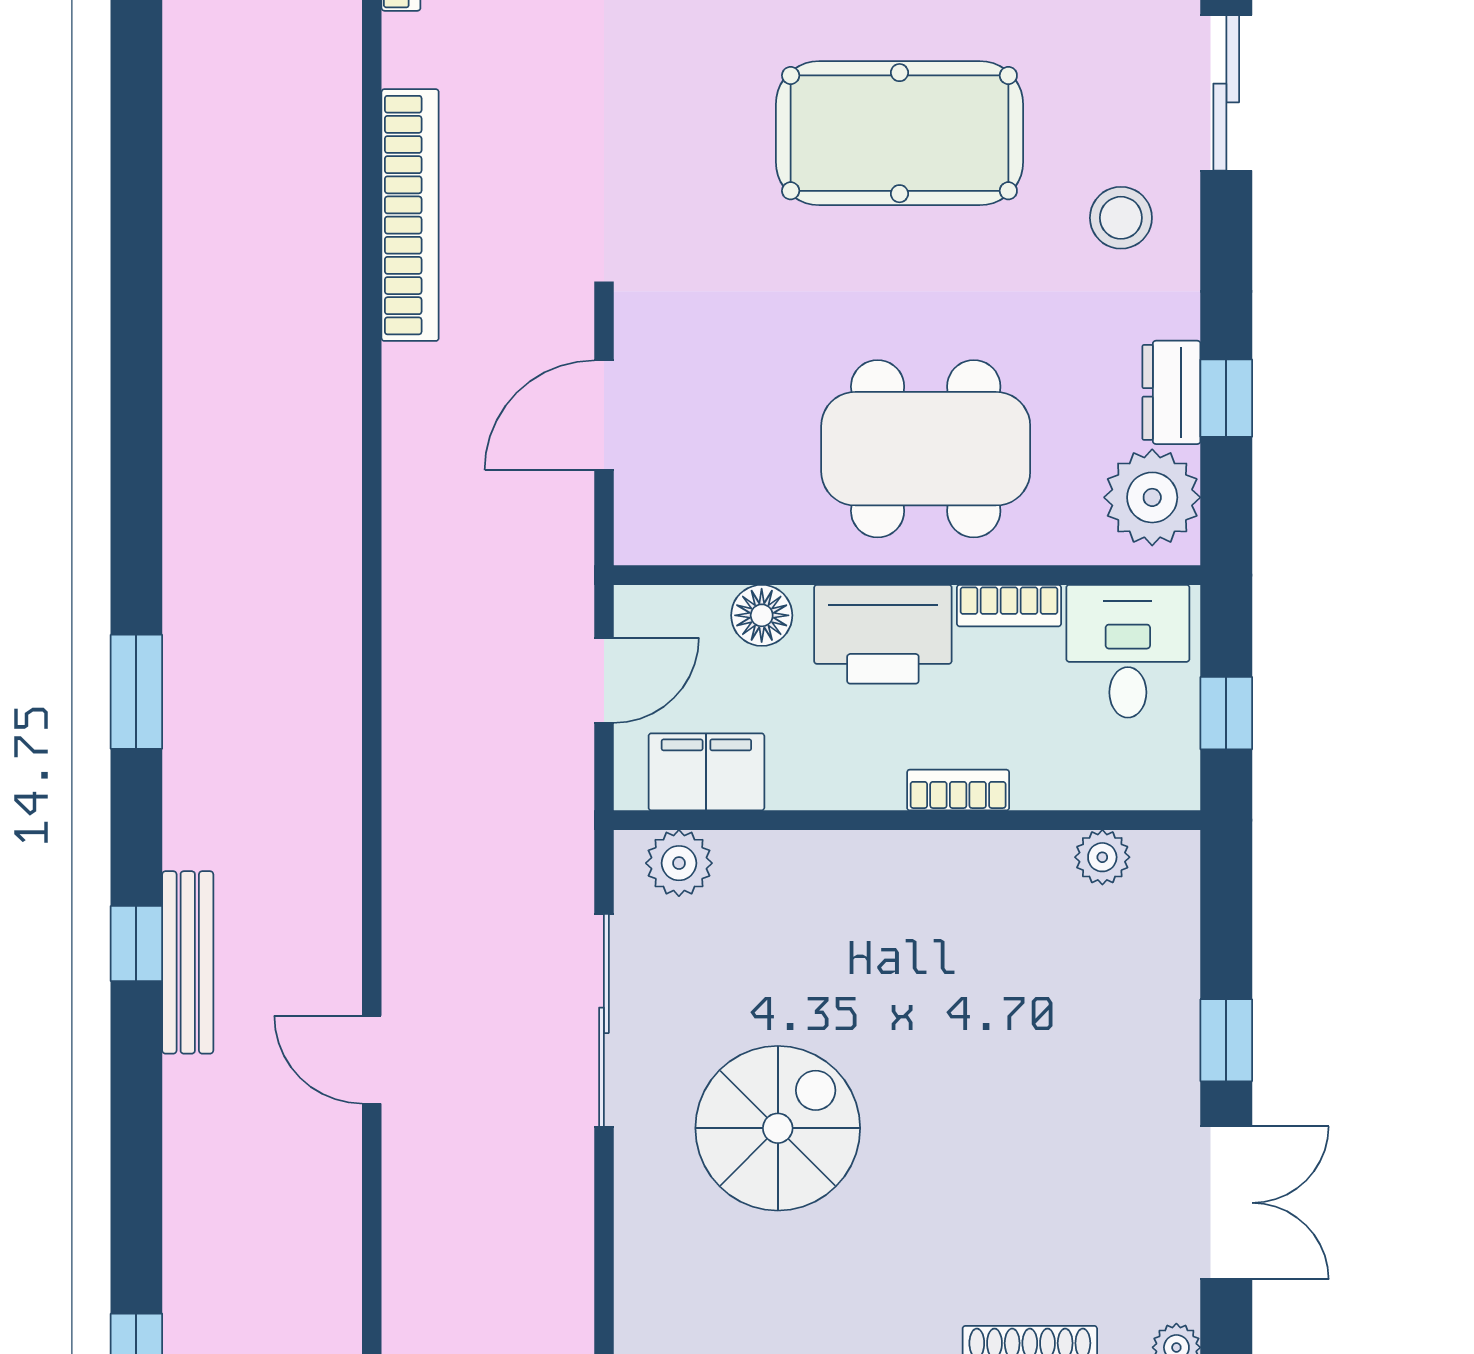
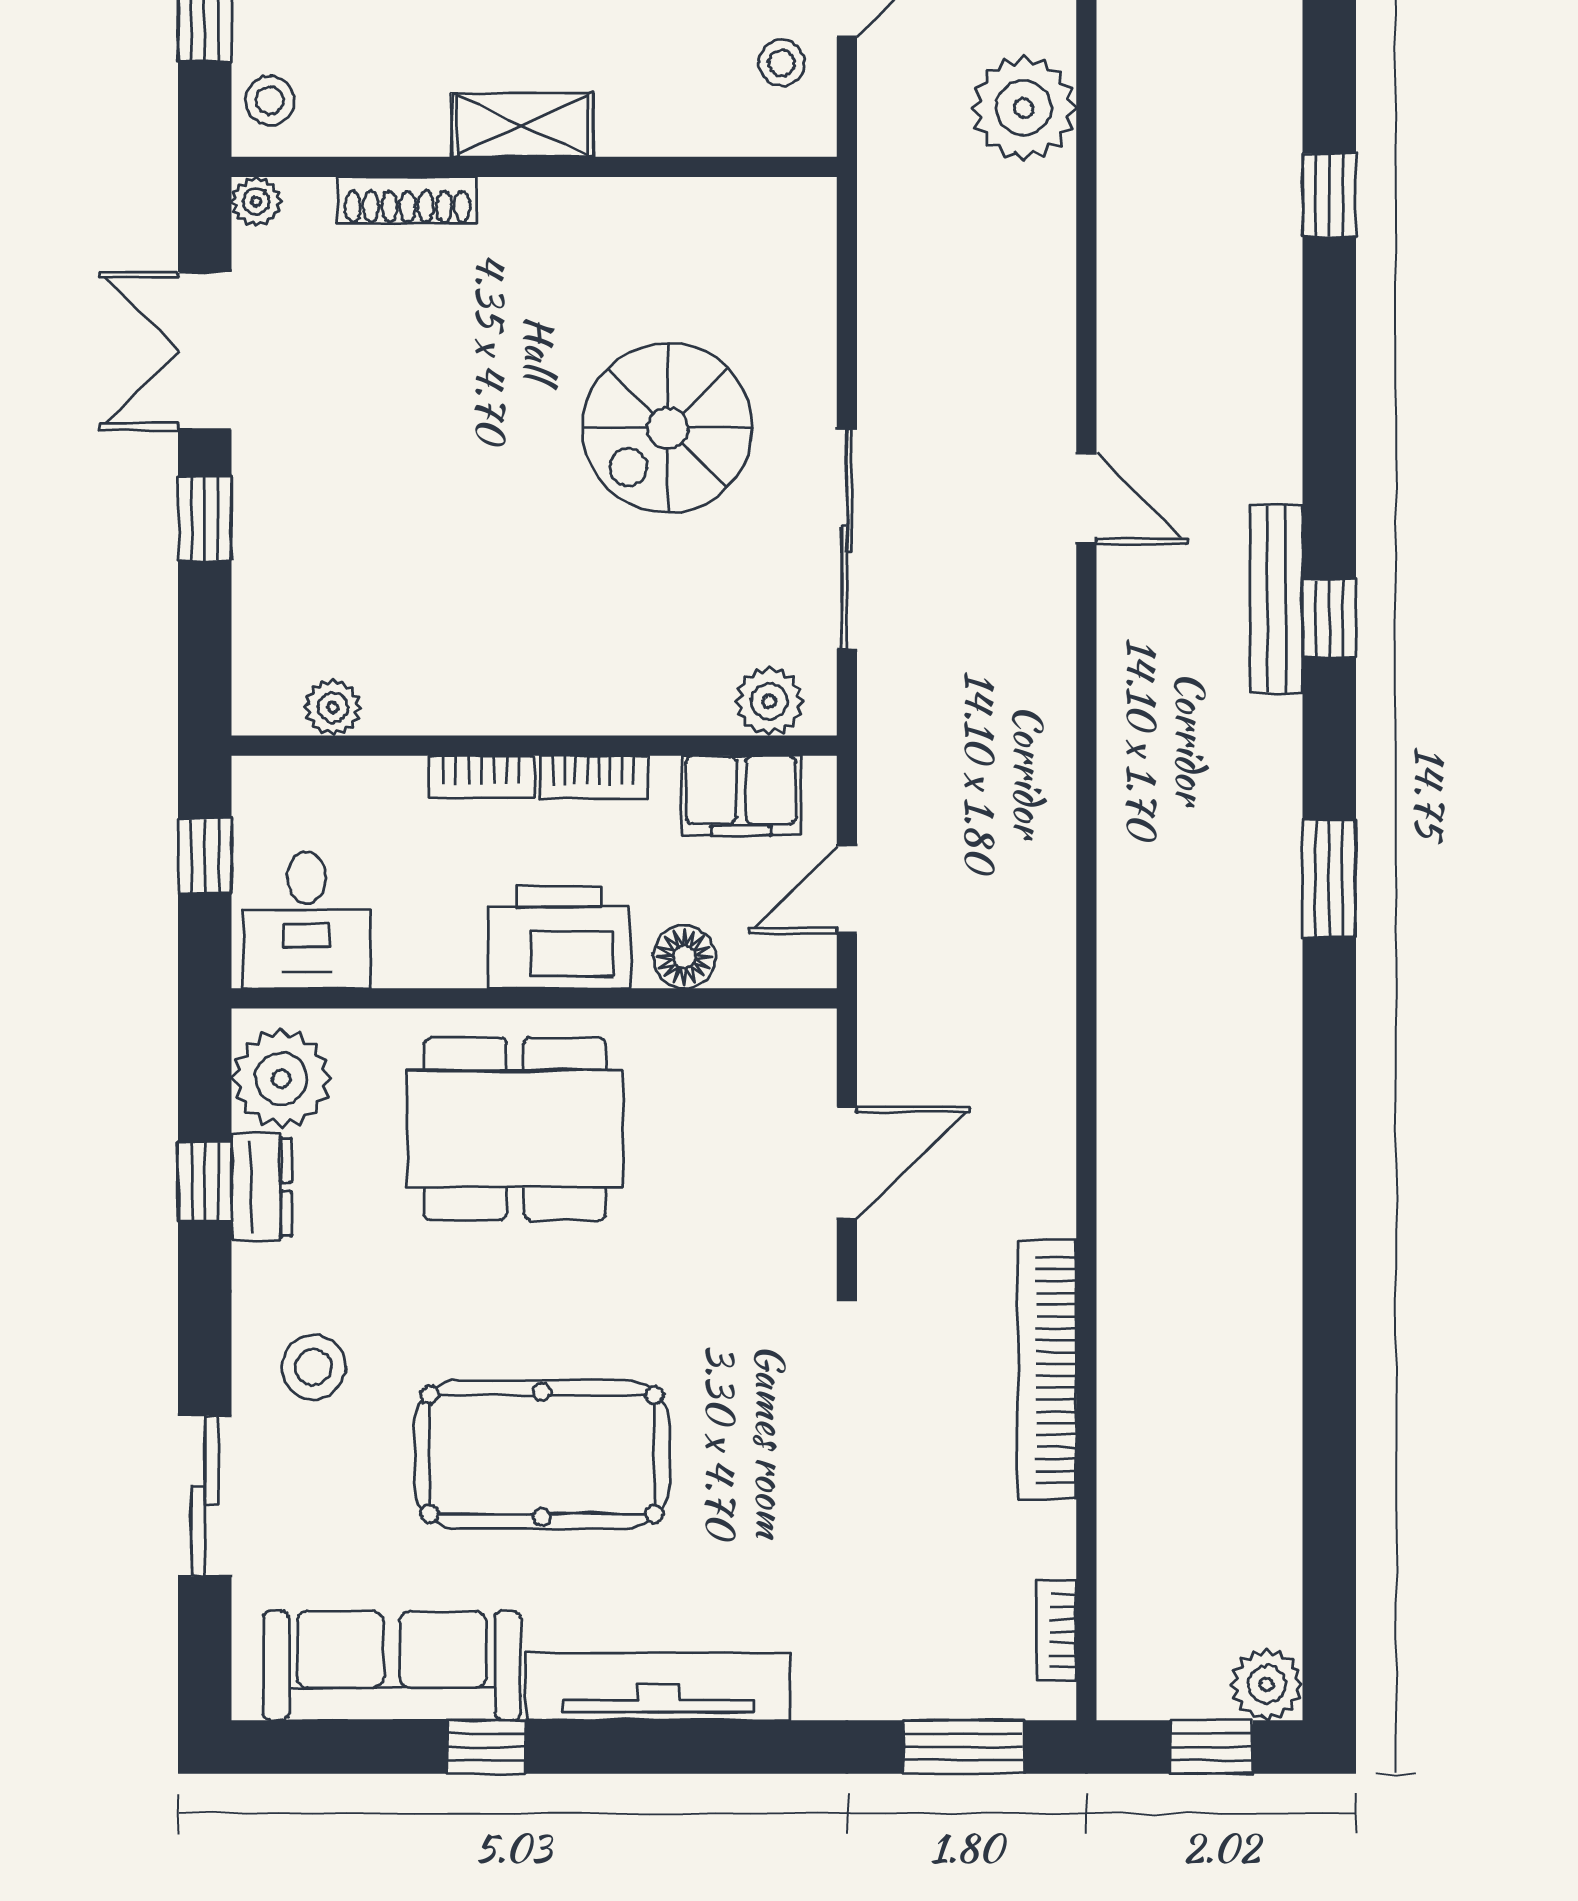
bookcase: (1009, 606) -> (593, 777), moved, turned 180

